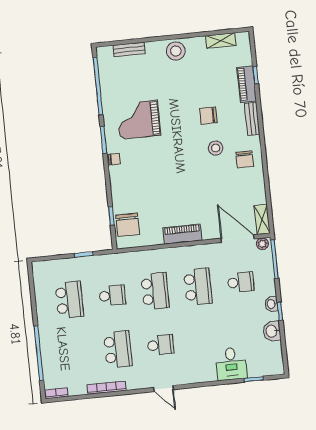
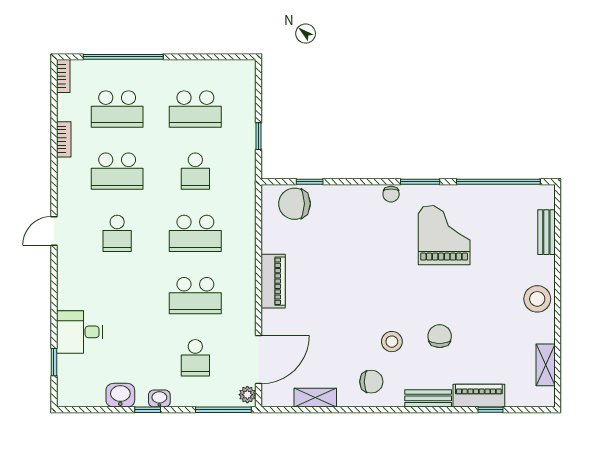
chair: (245, 159) -> (371, 382), turned 180
shelving: (262, 220) -> (315, 398), moved
school desk: (75, 354) -> (117, 109), added
bookcase: (107, 388) -> (64, 139), width x0.64

